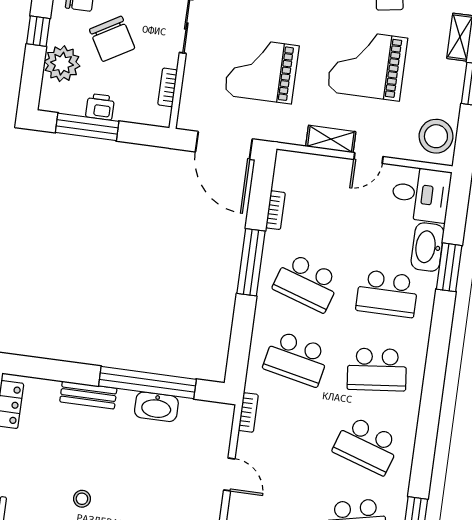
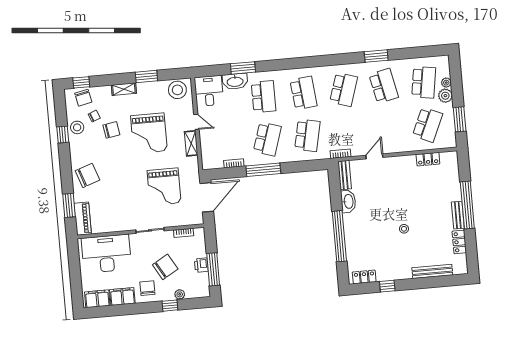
plant: (62, 64) -> (180, 294), width x0.53, depth x0.53
window: (147, 383) -> (339, 236), moved
bench: (88, 395) -> (345, 175), moved

